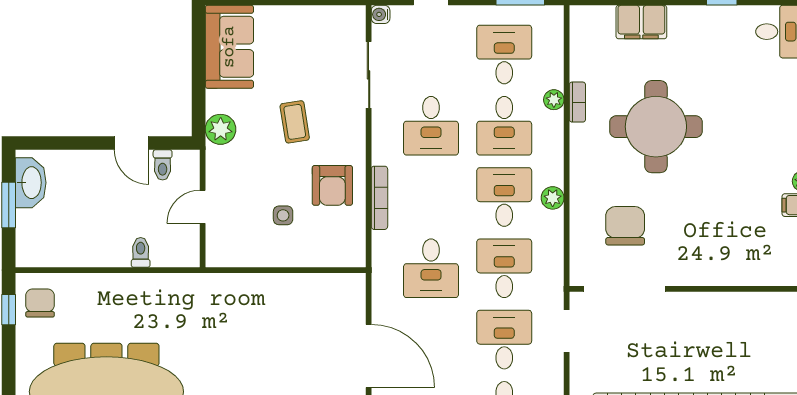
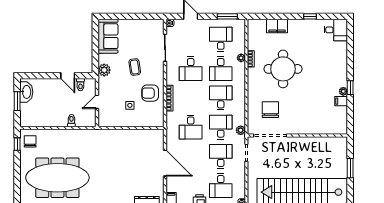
armchair: (332, 185) -> (150, 93), turned 90
plant: (553, 198) -> (241, 130), moved

